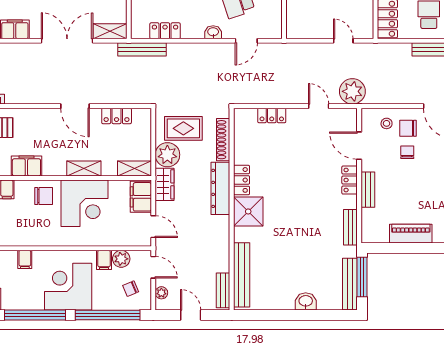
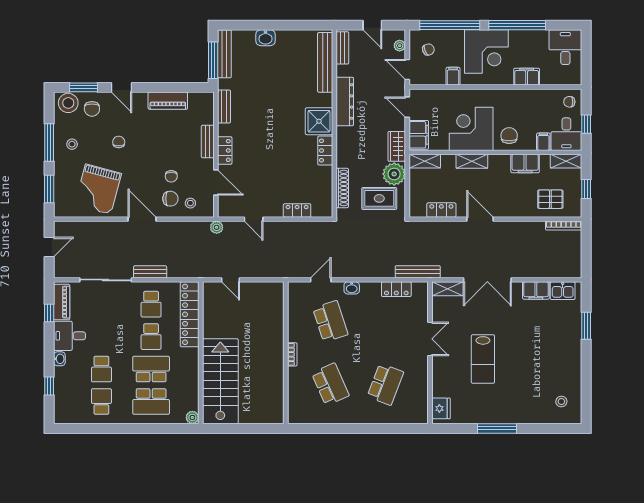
plant: (352, 91) -> (217, 227), width x0.53, depth x0.53
dresser: (220, 188) -> (345, 101), moved
chair: (44, 196) -> (509, 136), turned 90
filing cabinet: (25, 259) -> (527, 77), width x2.00
plant: (121, 259) -> (437, 77), removed

